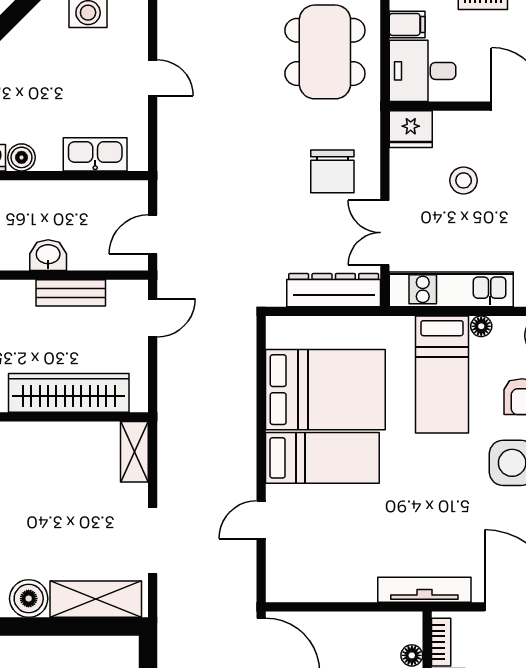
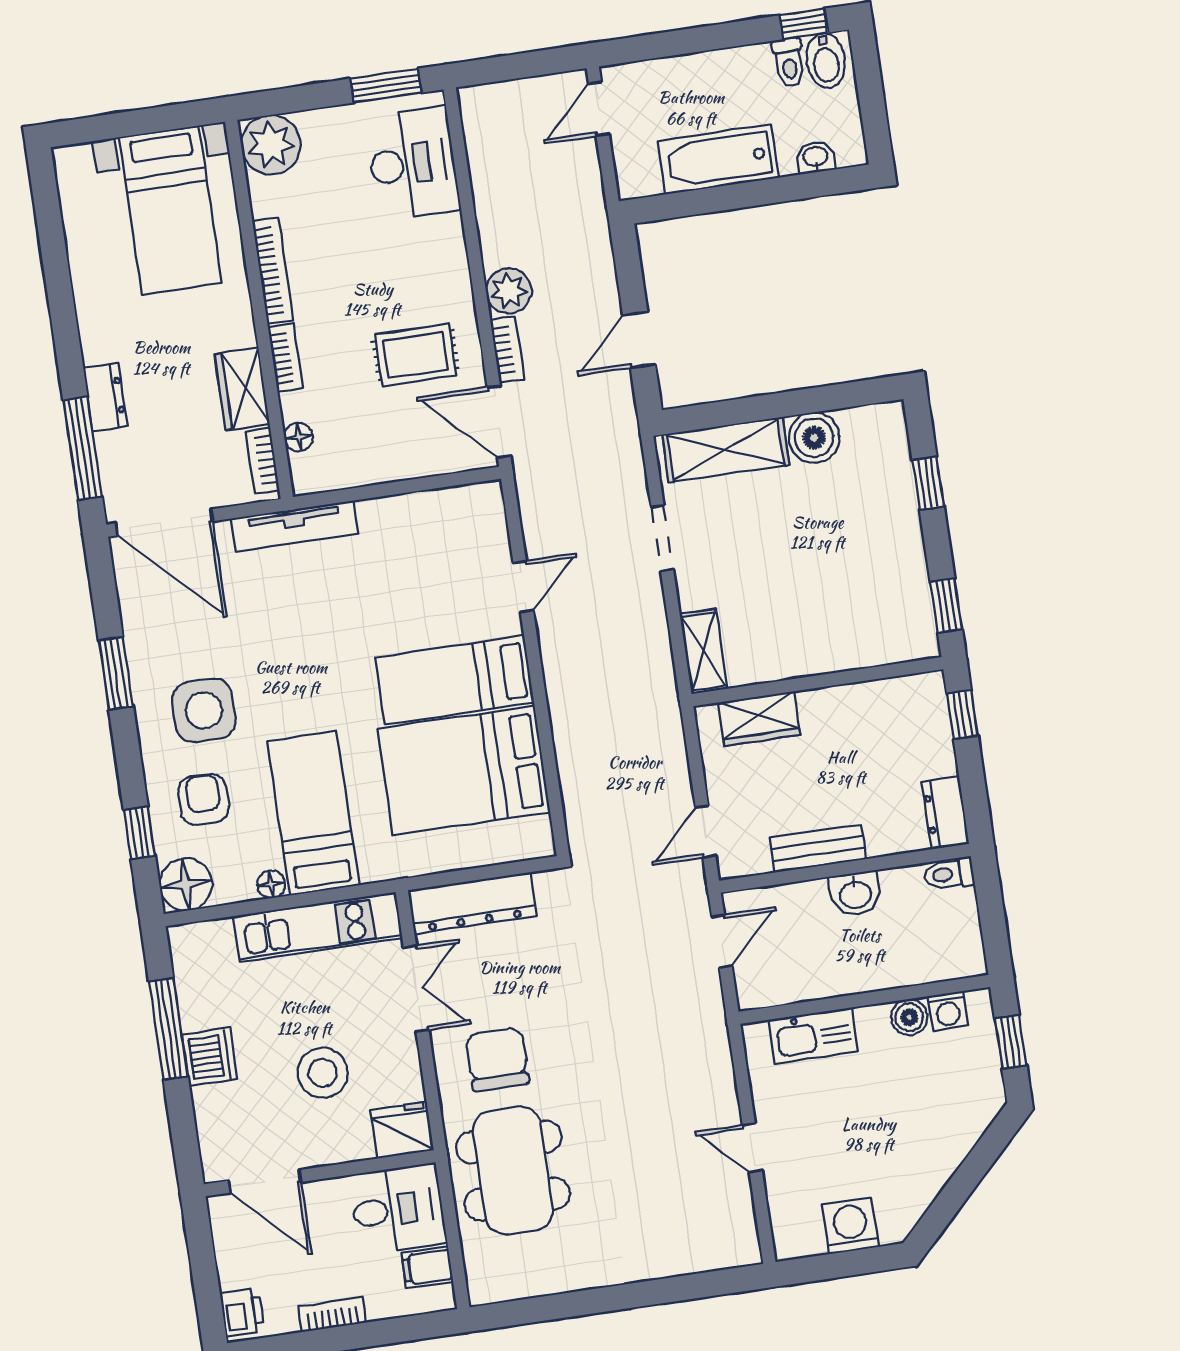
dining table: (325, 52) -> (513, 1170), moved
stool: (464, 180) -> (323, 1073), width x1.38, depth x1.38
wardrobe: (69, 393) -> (759, 719), width x0.48, depth x0.85
doorway: (153, 540) -> (662, 538), width x0.73

